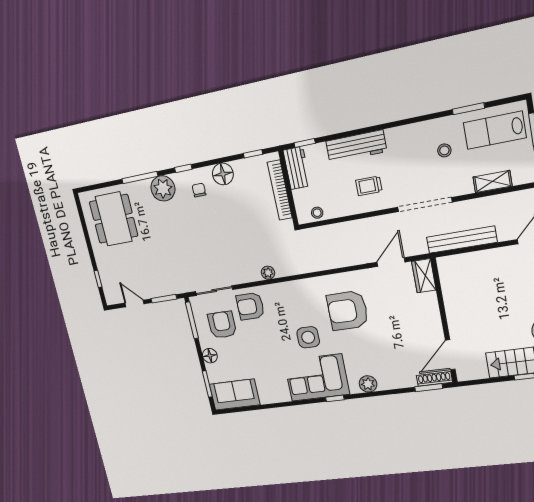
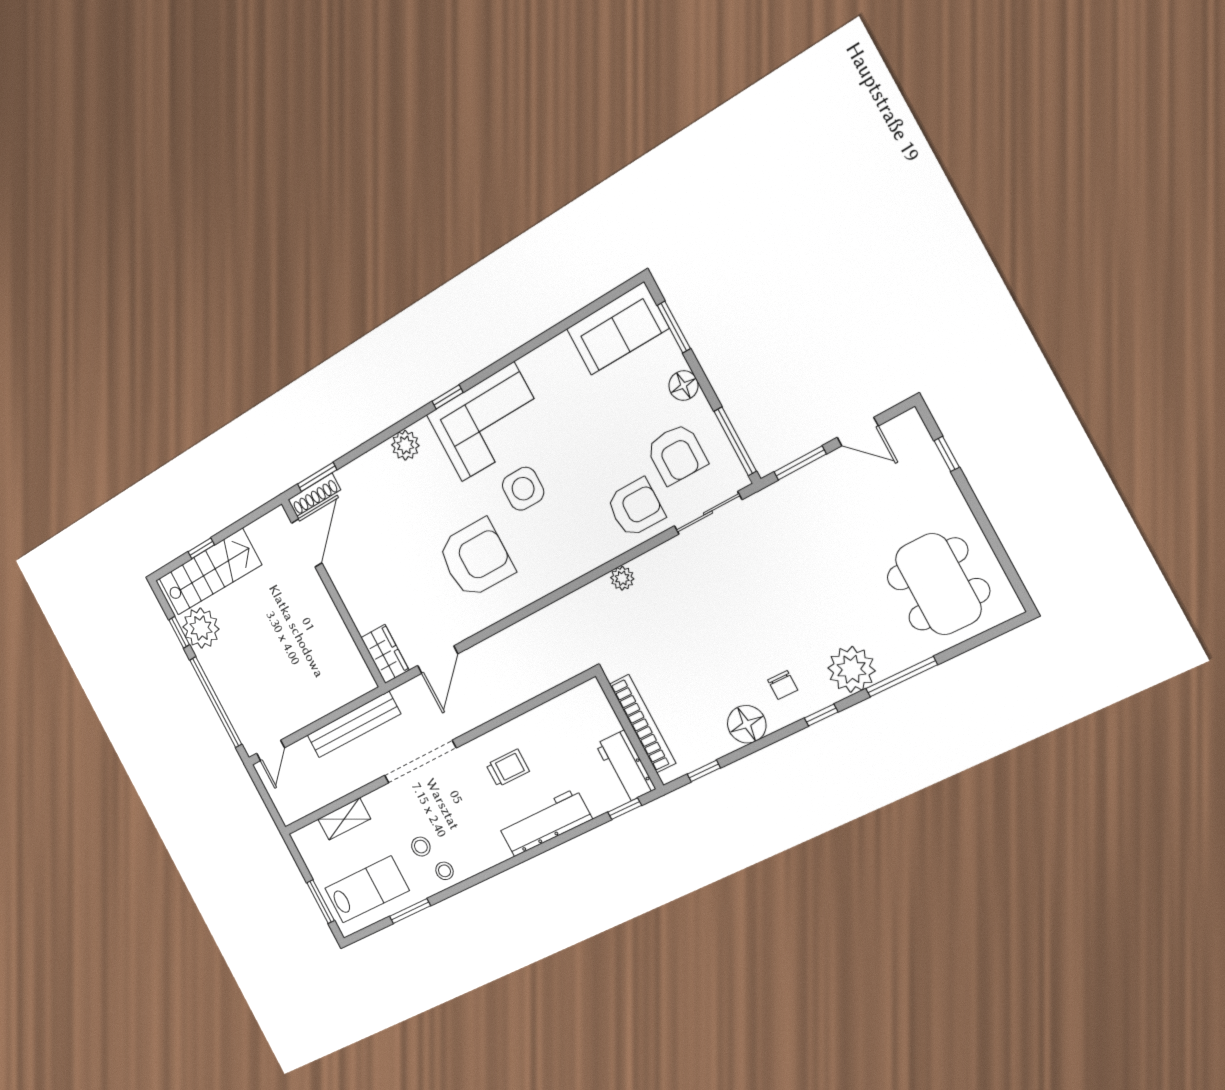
stool: (317, 213) -> (444, 871), moved

